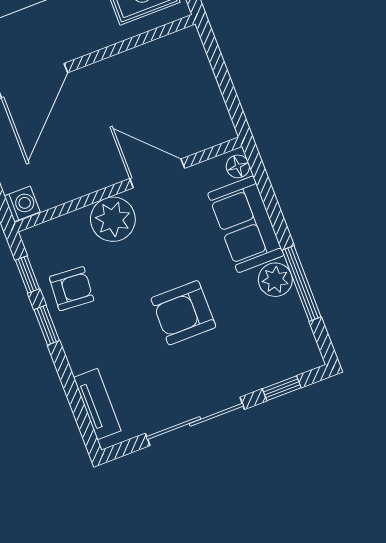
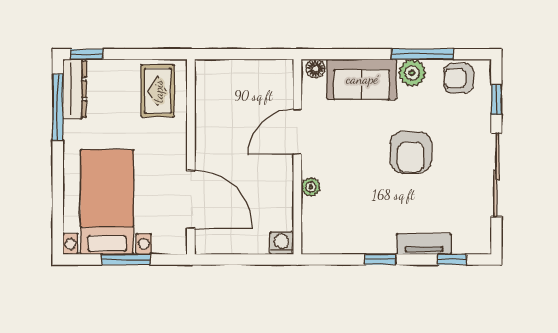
plant: (113, 219) -> (311, 187), width x0.53, depth x0.53
window: (27, 274) -> (452, 259), moved
armchair: (72, 289) -> (459, 78), moved, turned -94
tv unit: (97, 404) -> (424, 244), moved

